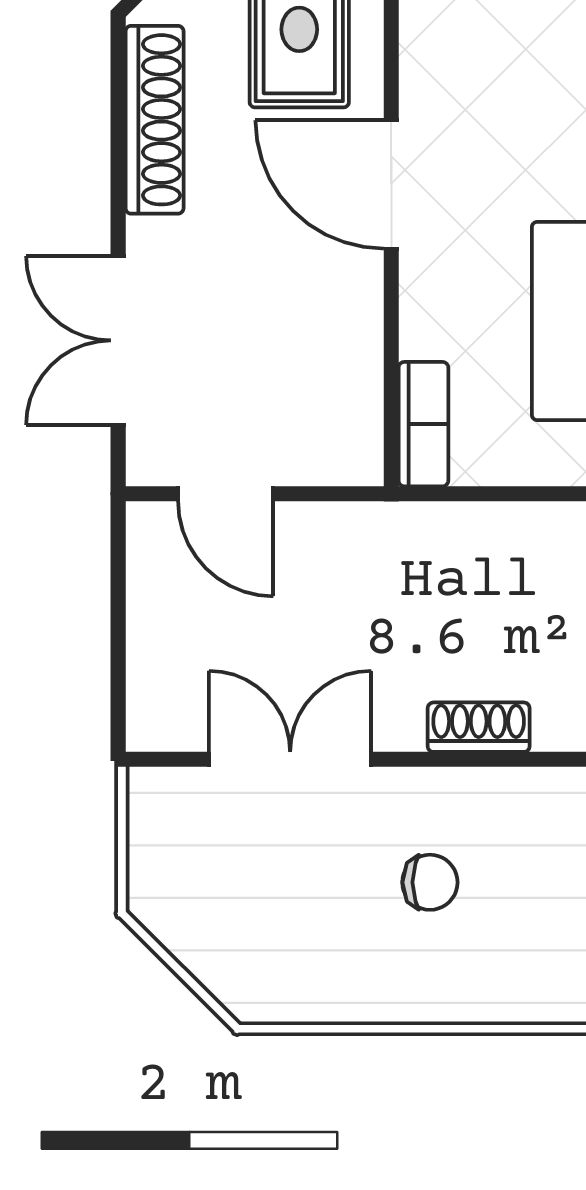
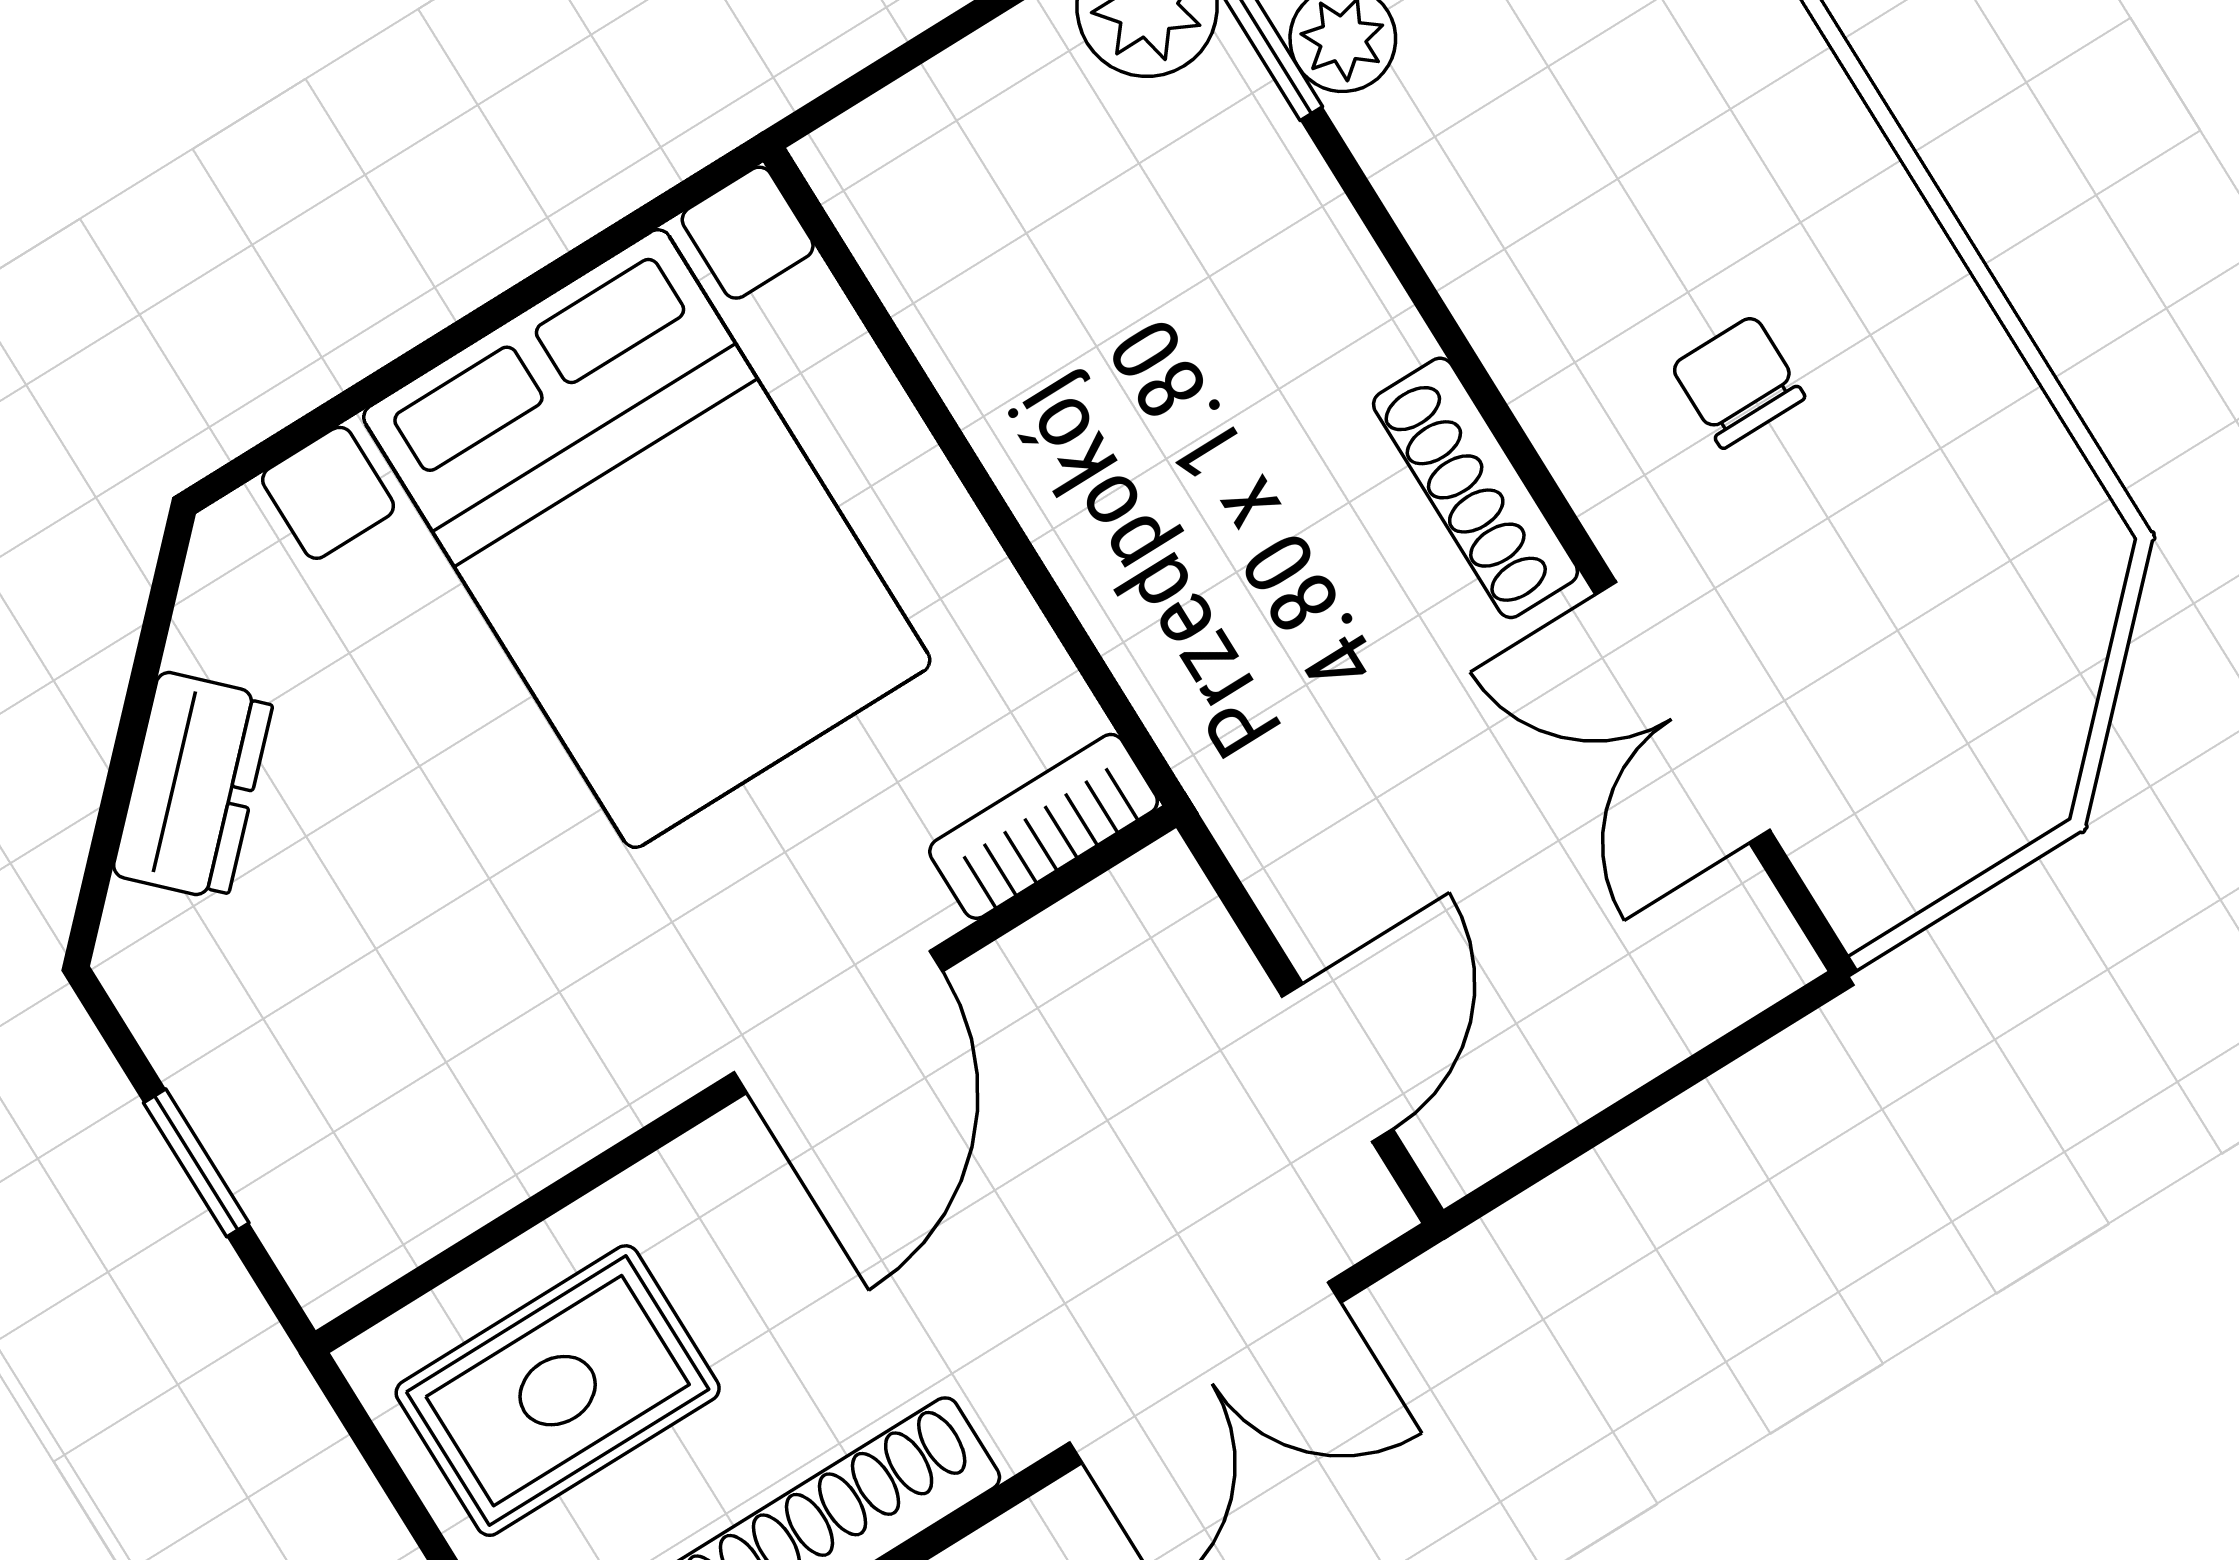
door: (391, 184) -> (838, 1022), moved
shoe rack: (479, 727) -> (1476, 488), width x1.43

